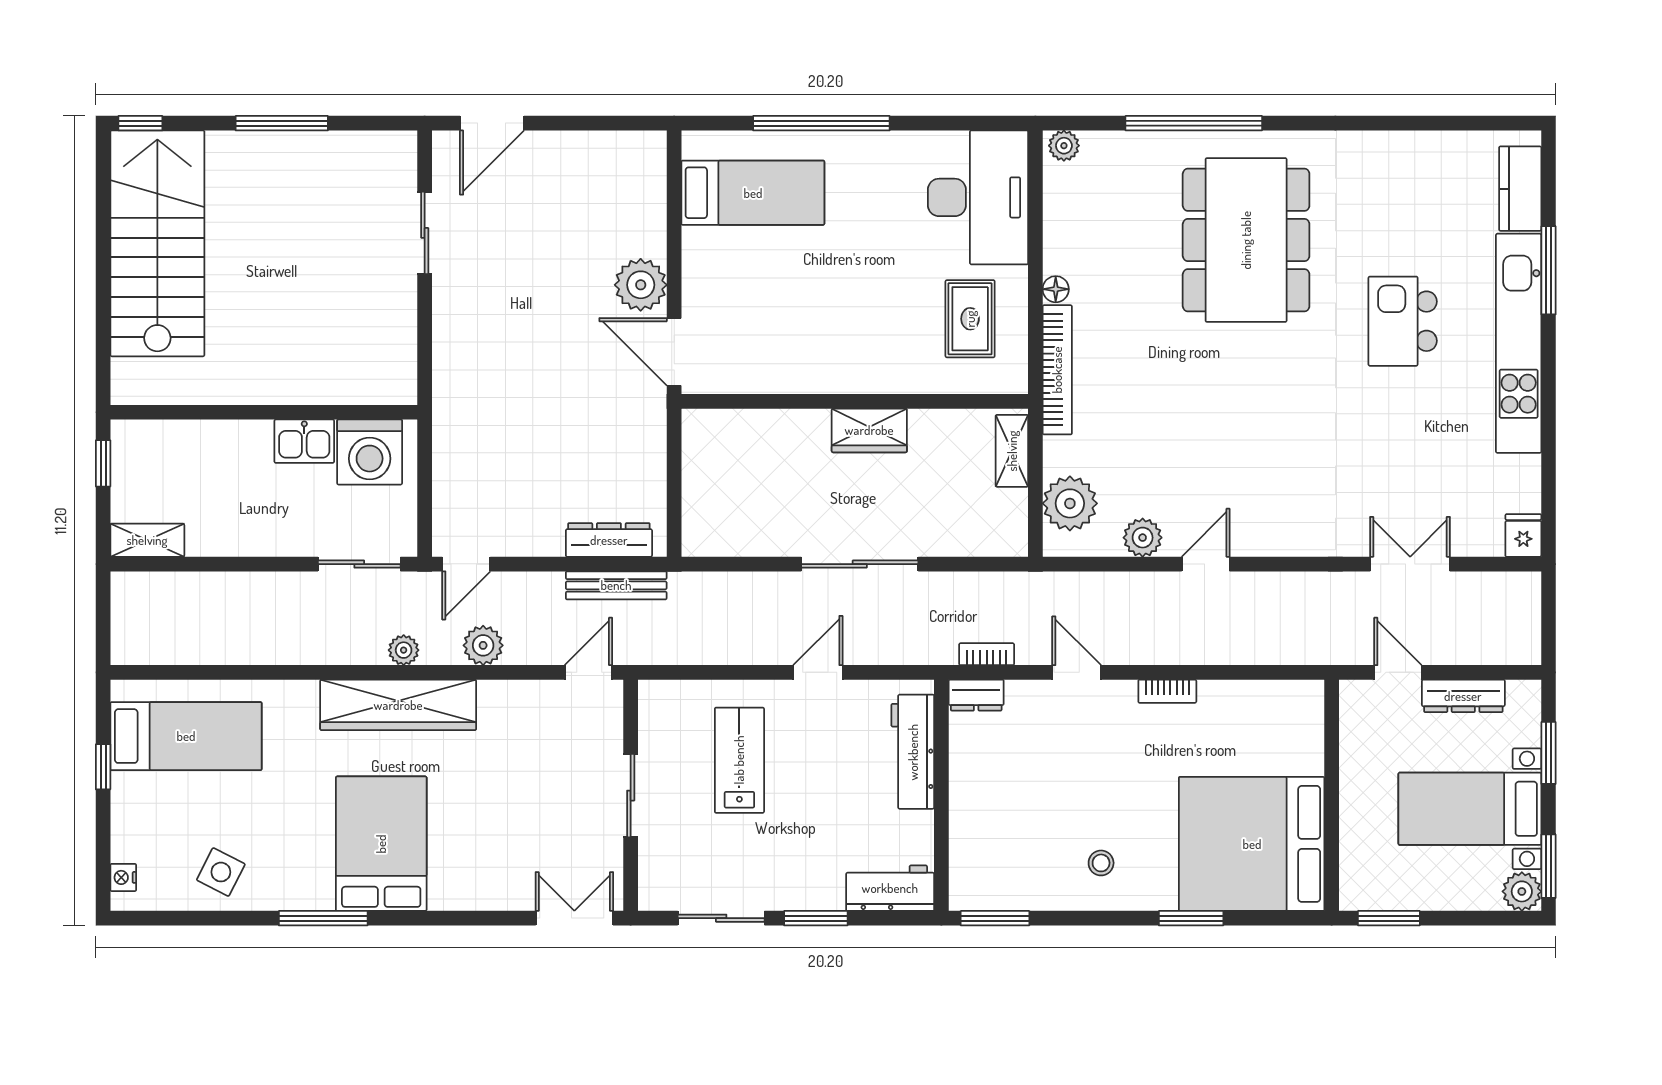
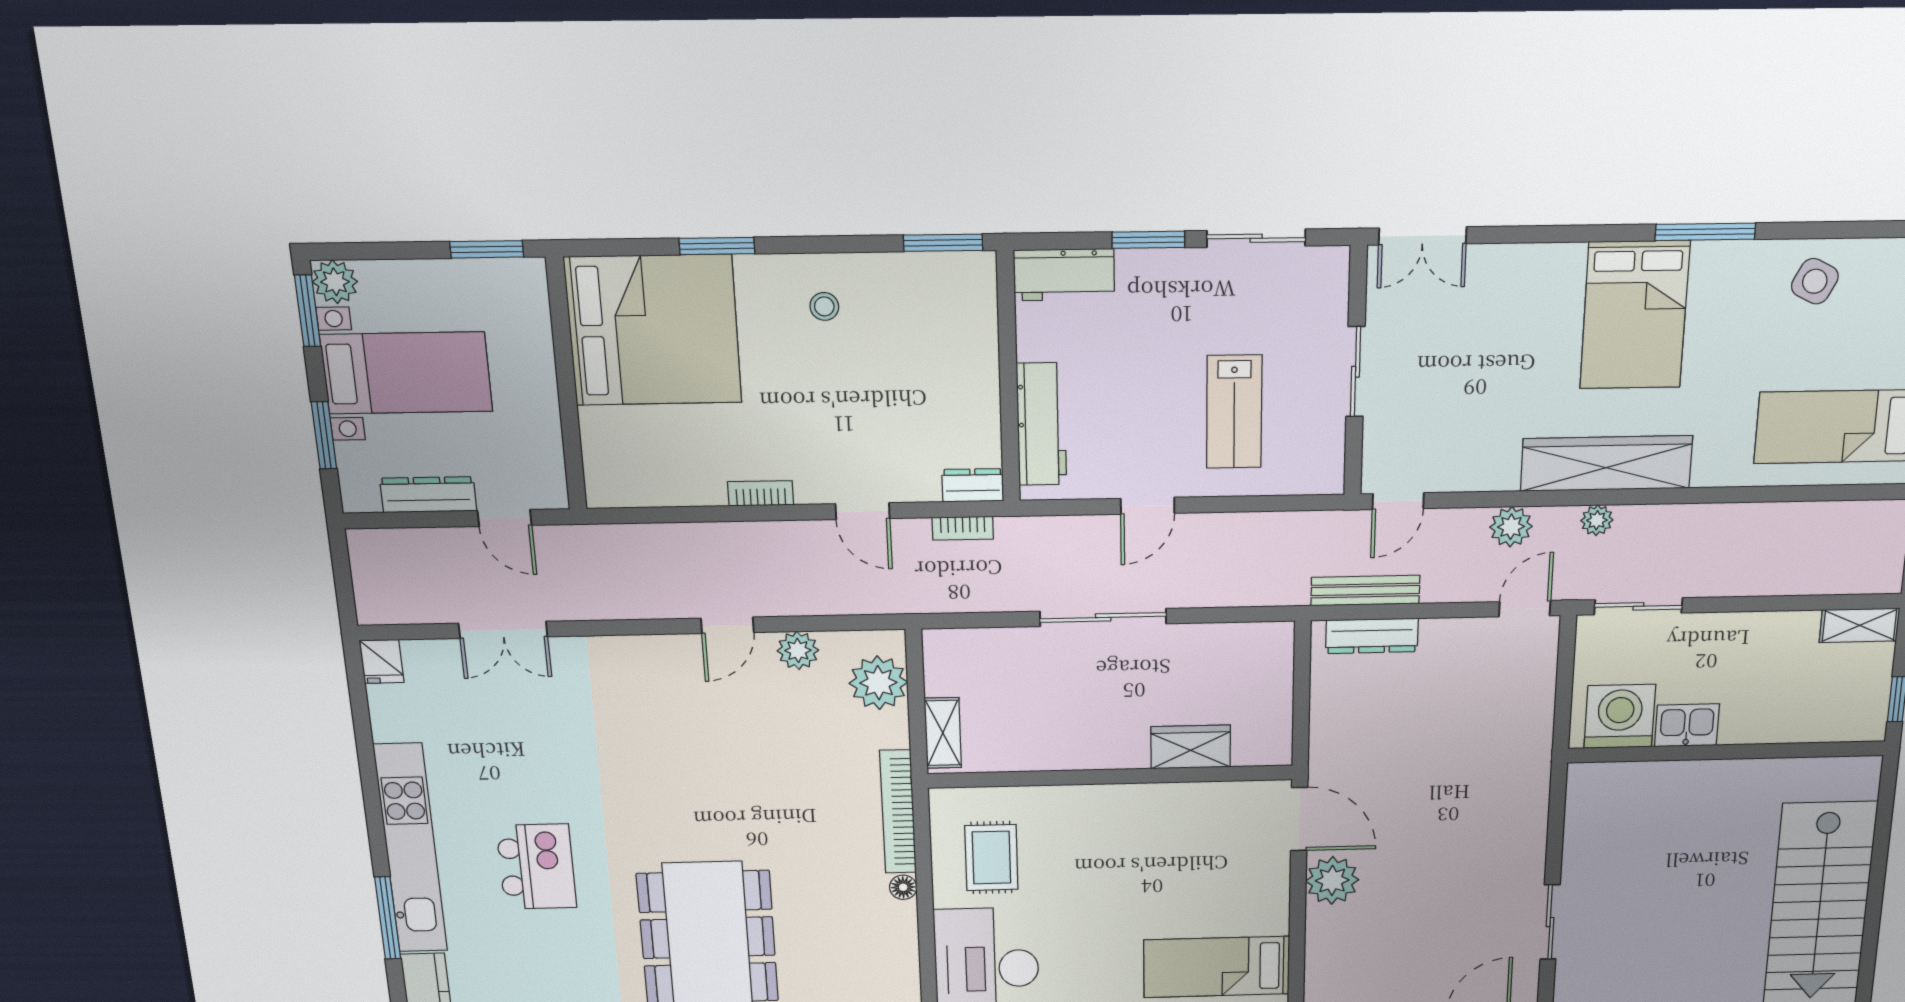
wardrobe: (869, 430) -> (1191, 747), moved

